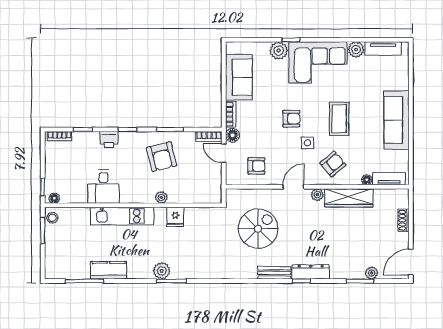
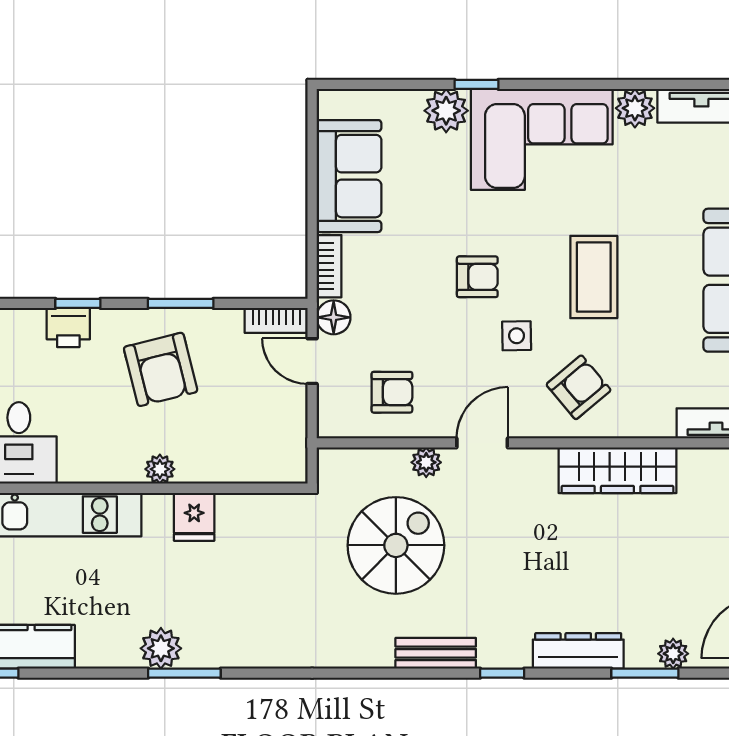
printer: (109, 139) -> (68, 327), moved
floor lamp: (367, 180) -> (661, 426), removed
plant: (317, 195) -> (426, 462), moved
dresser: (311, 272) -> (578, 651), moved

